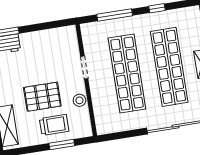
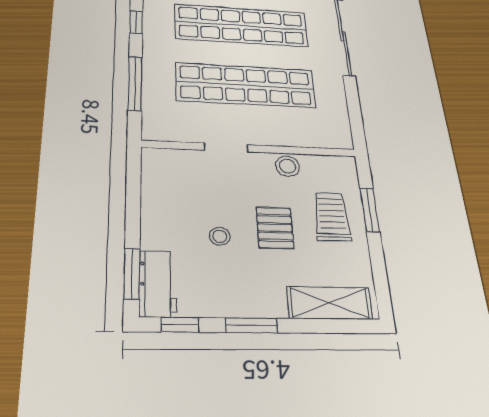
stool: (33, 70) -> (220, 236), added
pallet: (42, 97) -> (275, 228), width x0.67, depth x0.71

